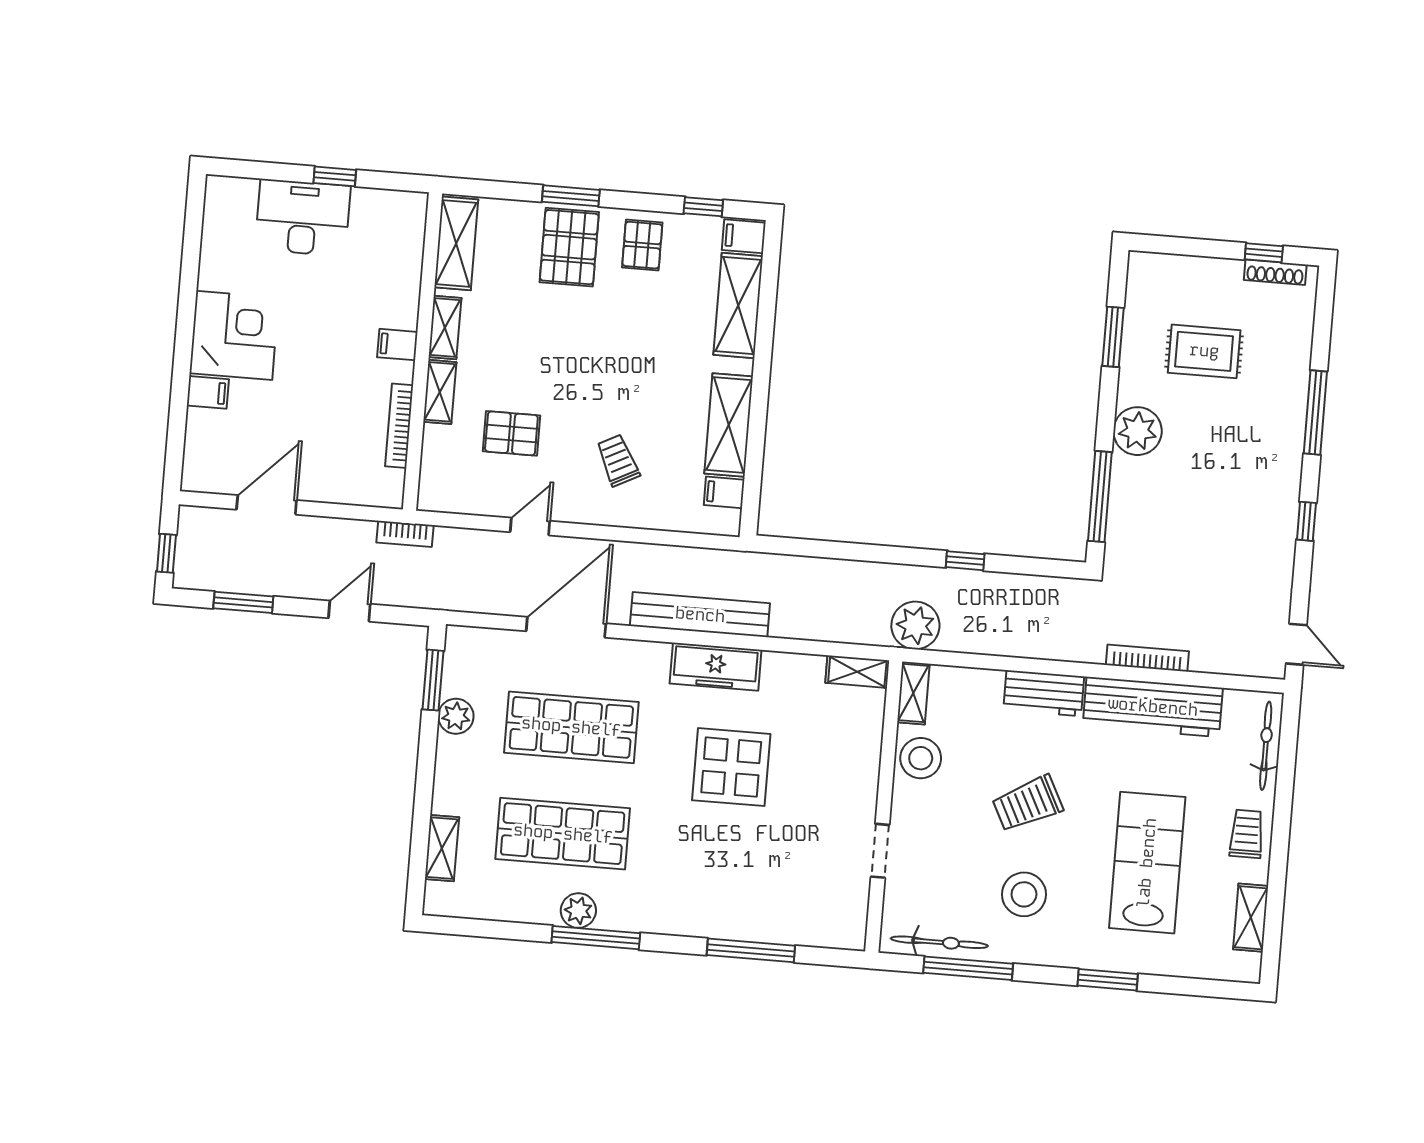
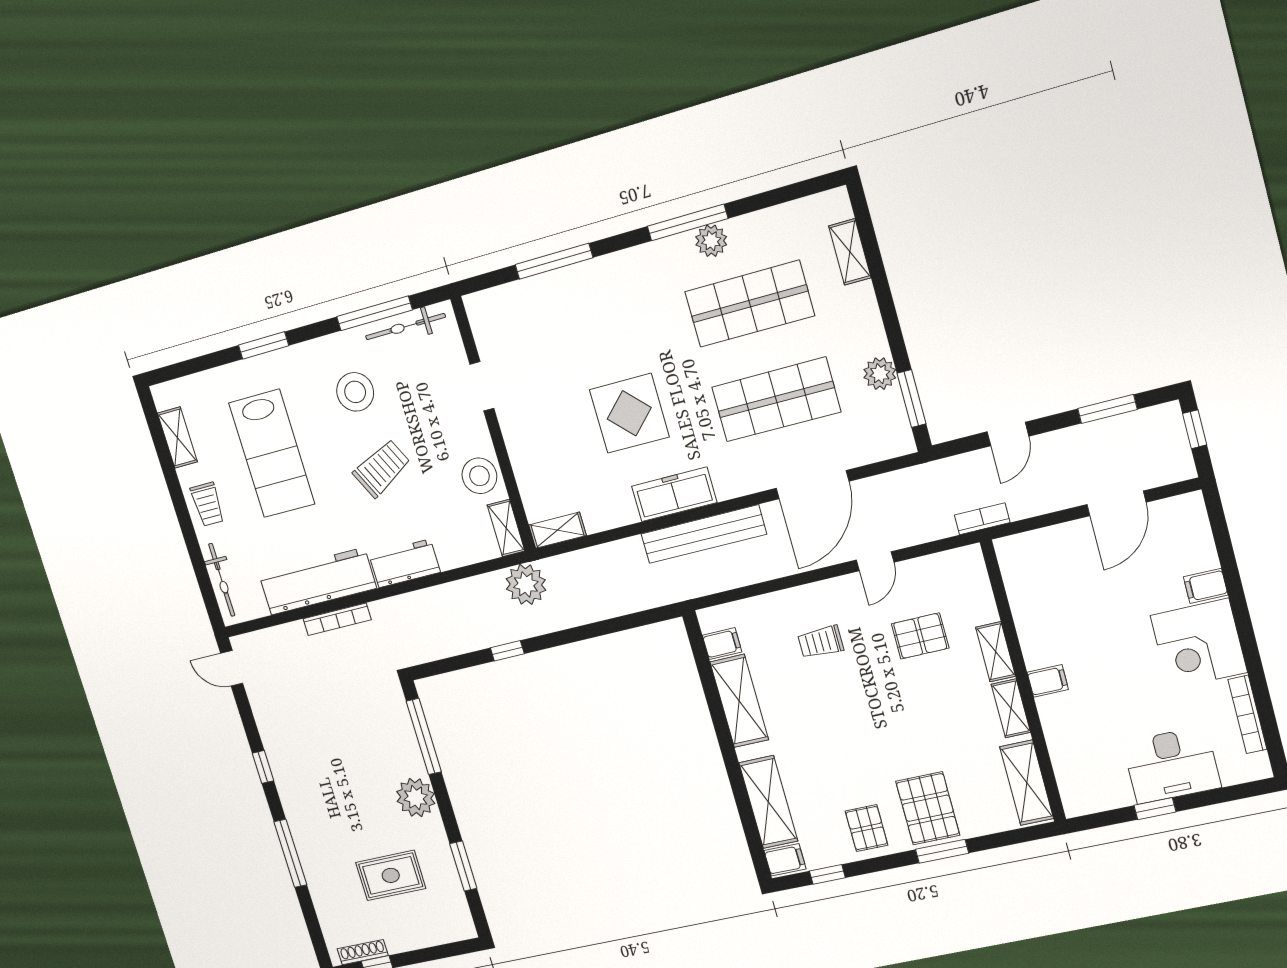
bookcase: (399, 426) -> (1247, 714), moved, turned 180
trolley: (618, 460) -> (821, 642), turned 117

